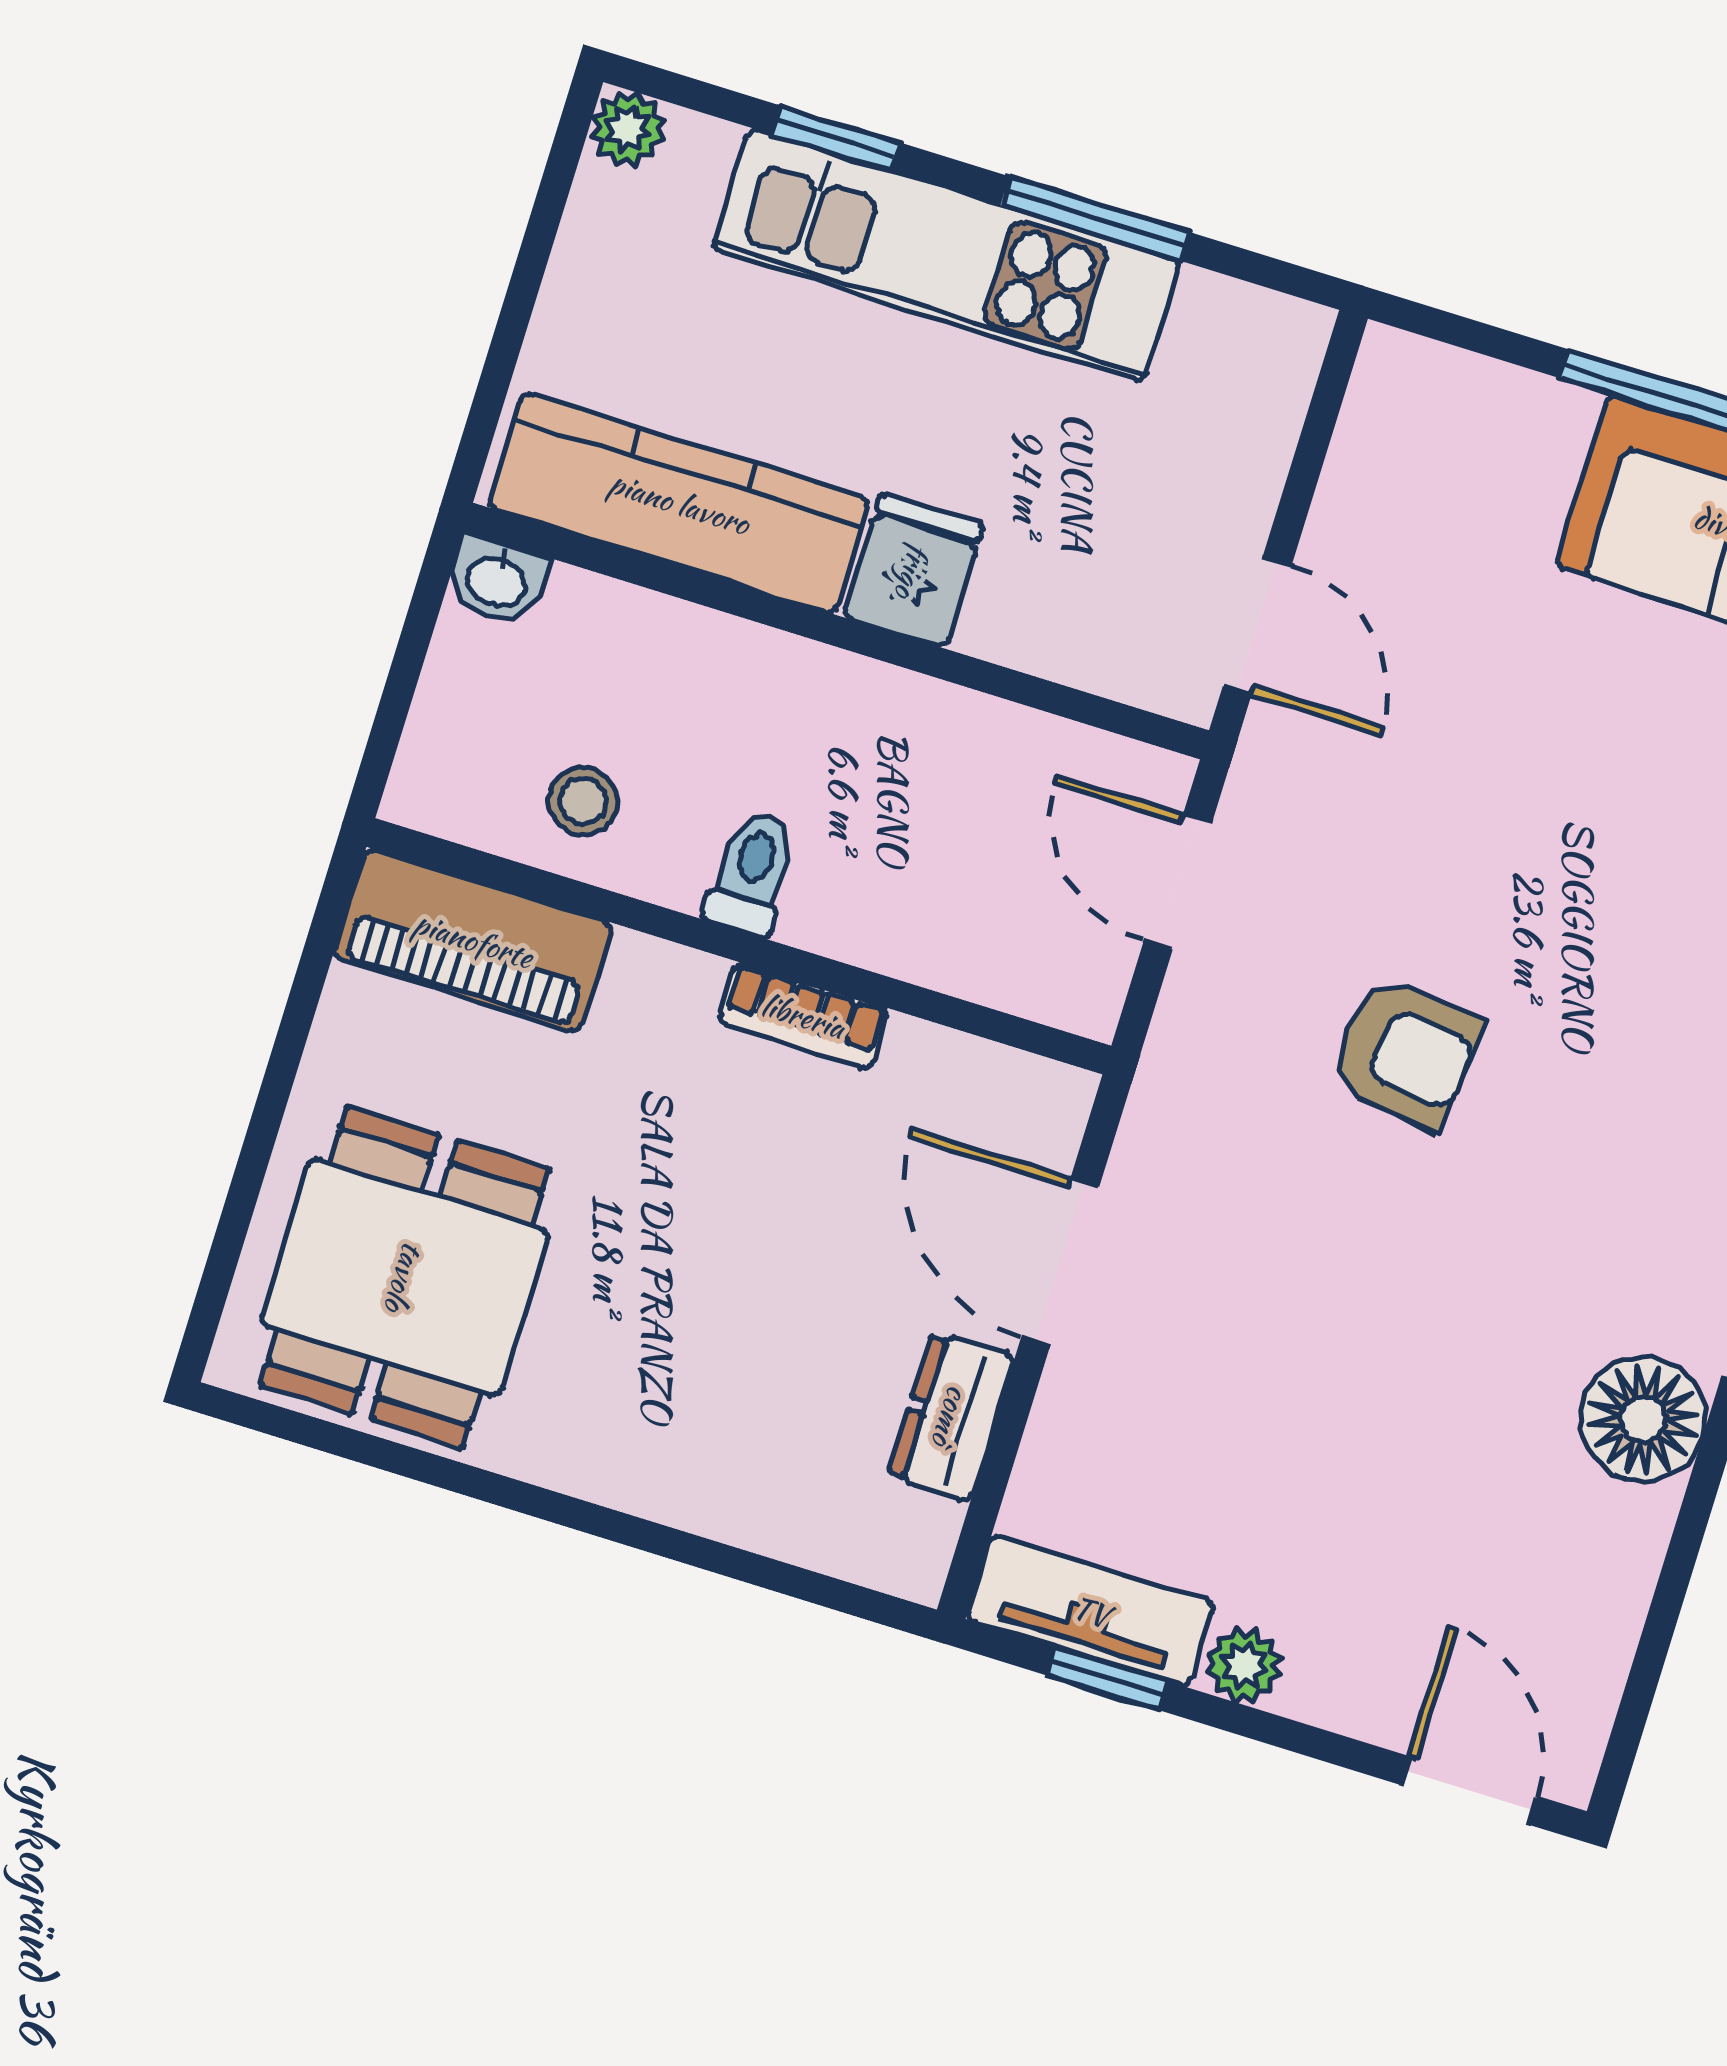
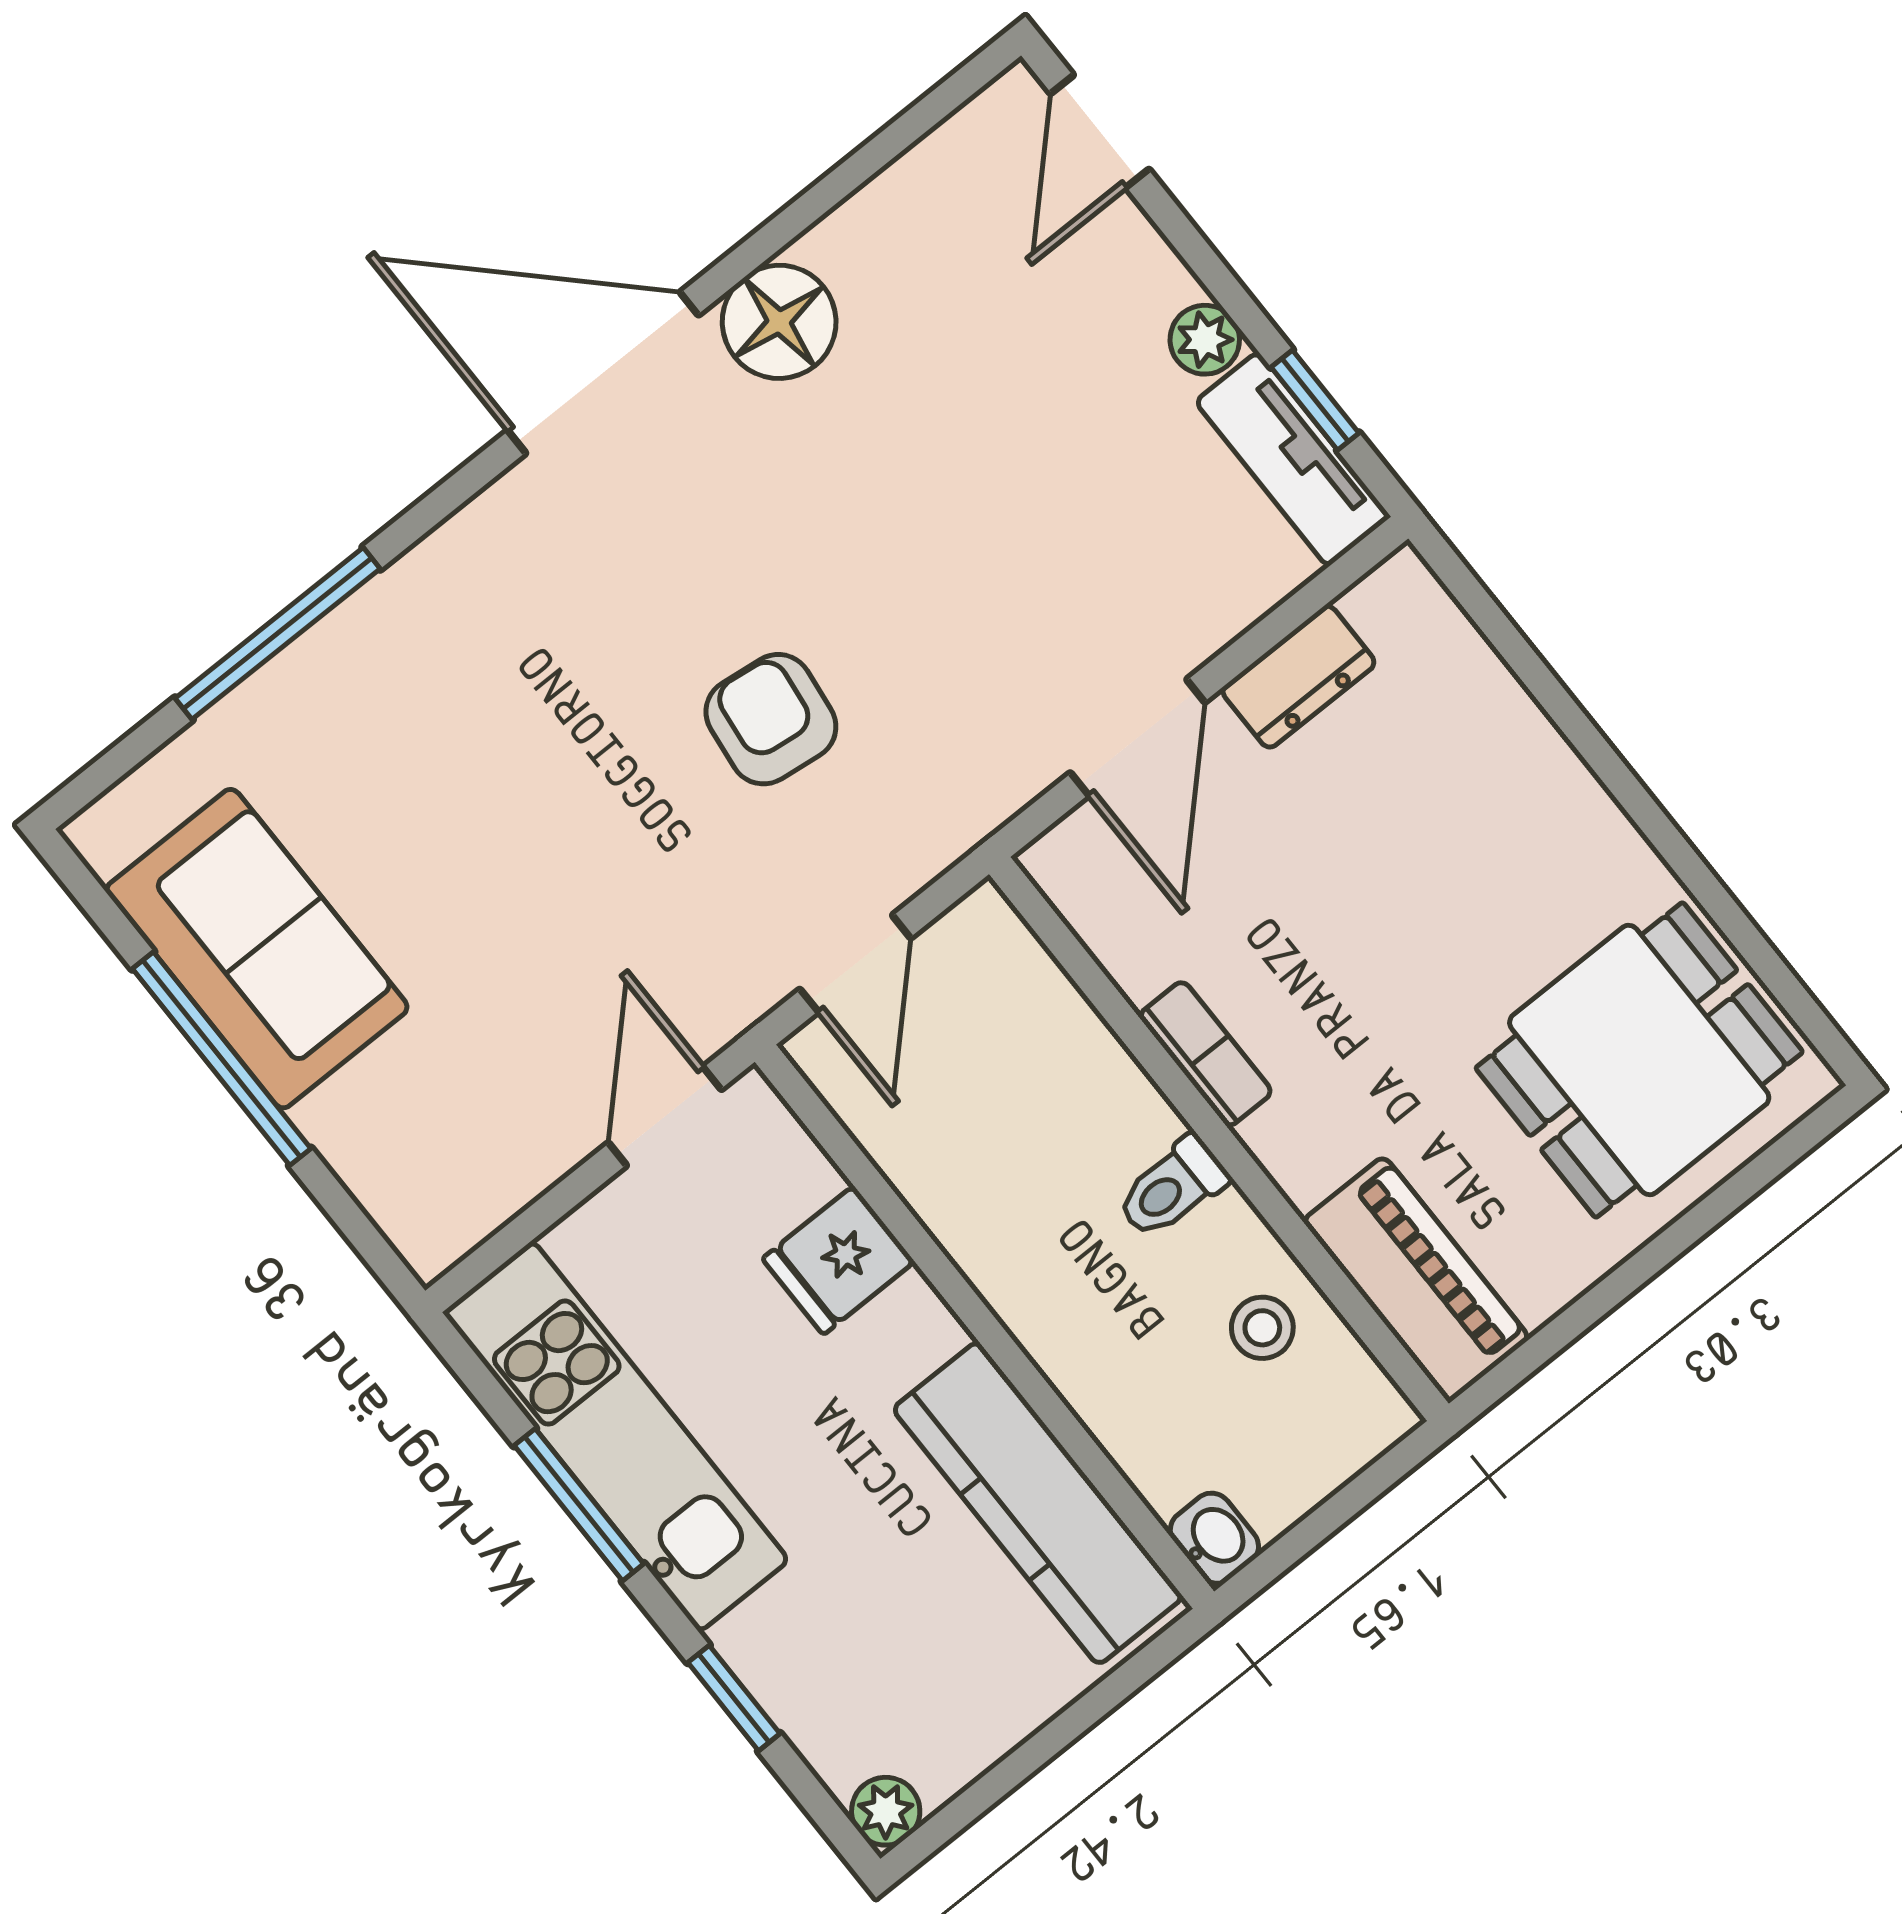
kitchen unit: (946, 255) -> (616, 1436), moved
fridge: (913, 571) -> (838, 1260), moved

